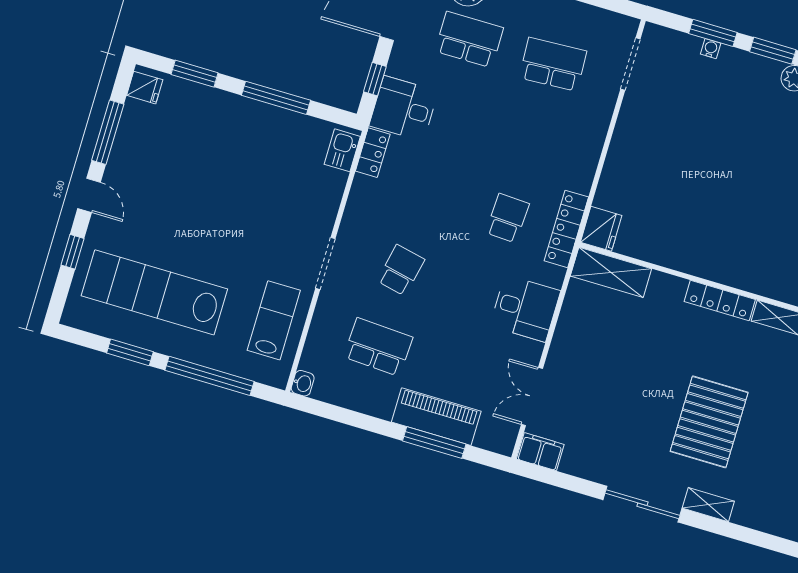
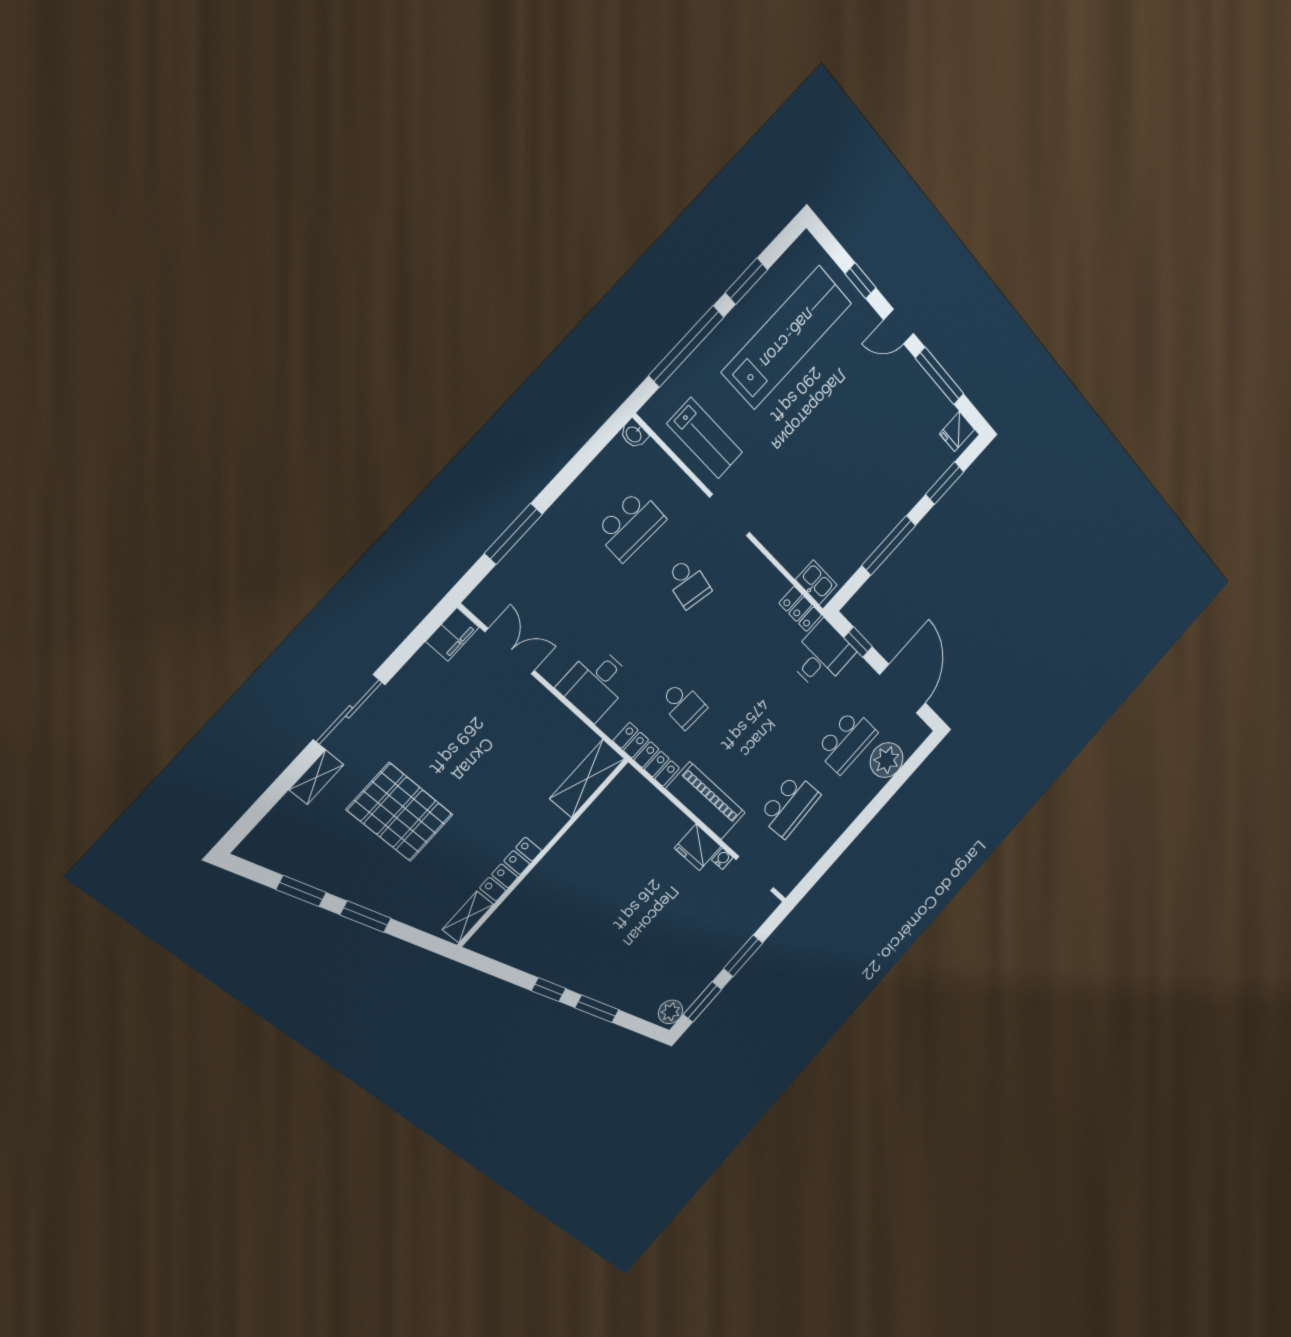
water cooler: (711, 49) -> (722, 859), moved, turned -90
fridge: (601, 229) -> (698, 847), moved
piano: (436, 417) -> (706, 801), moved, turned -90

